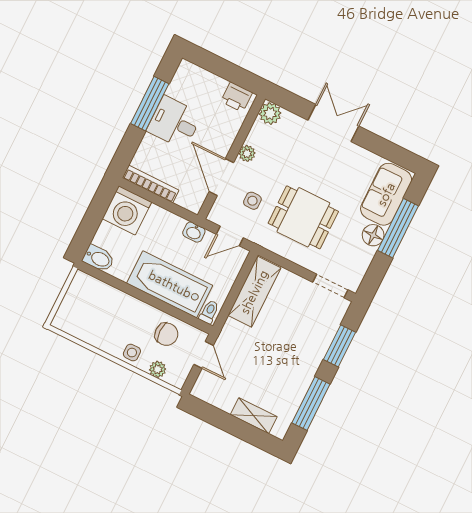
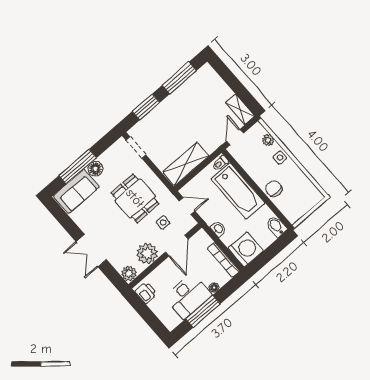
desk: (174, 122) -> (188, 296), width x1.37
floor lamp: (148, 142) -> (214, 288), added
plant: (247, 153) -> (147, 253), width x1.87, depth x1.87
washbasin: (194, 232) -> (218, 229), moved
chair: (166, 334) -> (274, 189), moved
shelving: (254, 416) -> (240, 109), moved

